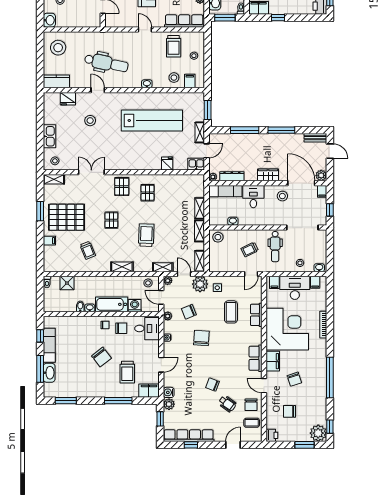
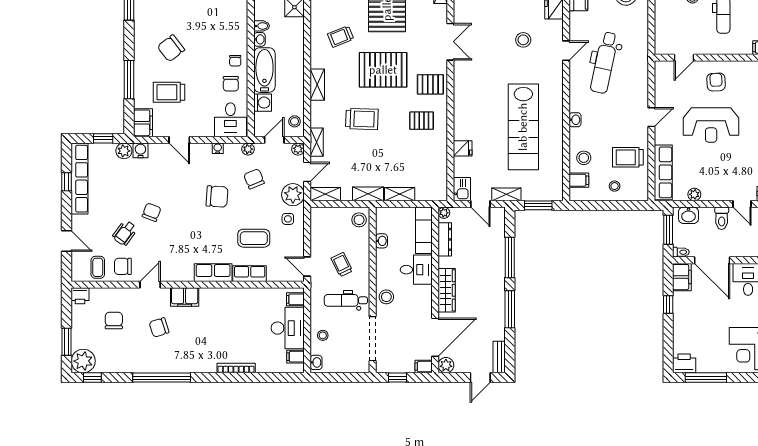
wardrobe: (268, 175) -> (447, 290), width x1.50
stool: (282, 196) -> (386, 297), moved
pallet: (111, 220) -> (383, 70), width x2.05, depth x2.00
corner desk: (287, 329) -> (230, 317), removed
chair: (101, 357) -> (171, 48), moved
row of seats: (255, 358) -> (213, 273), moved

